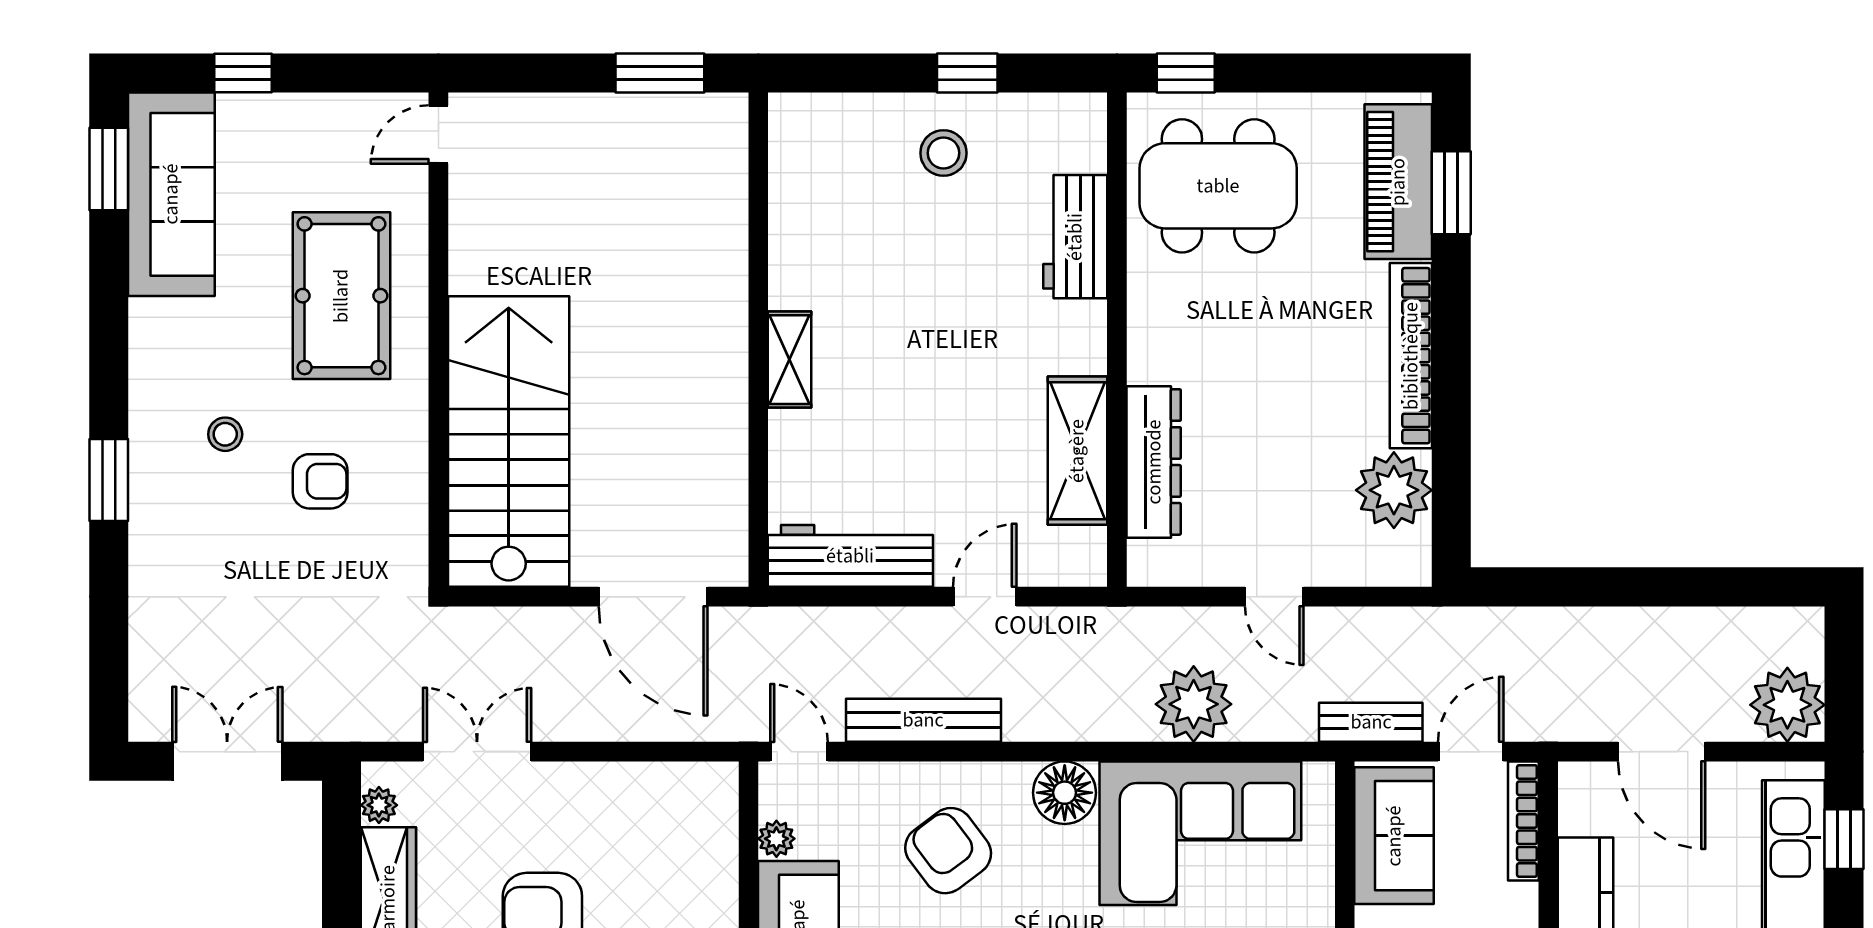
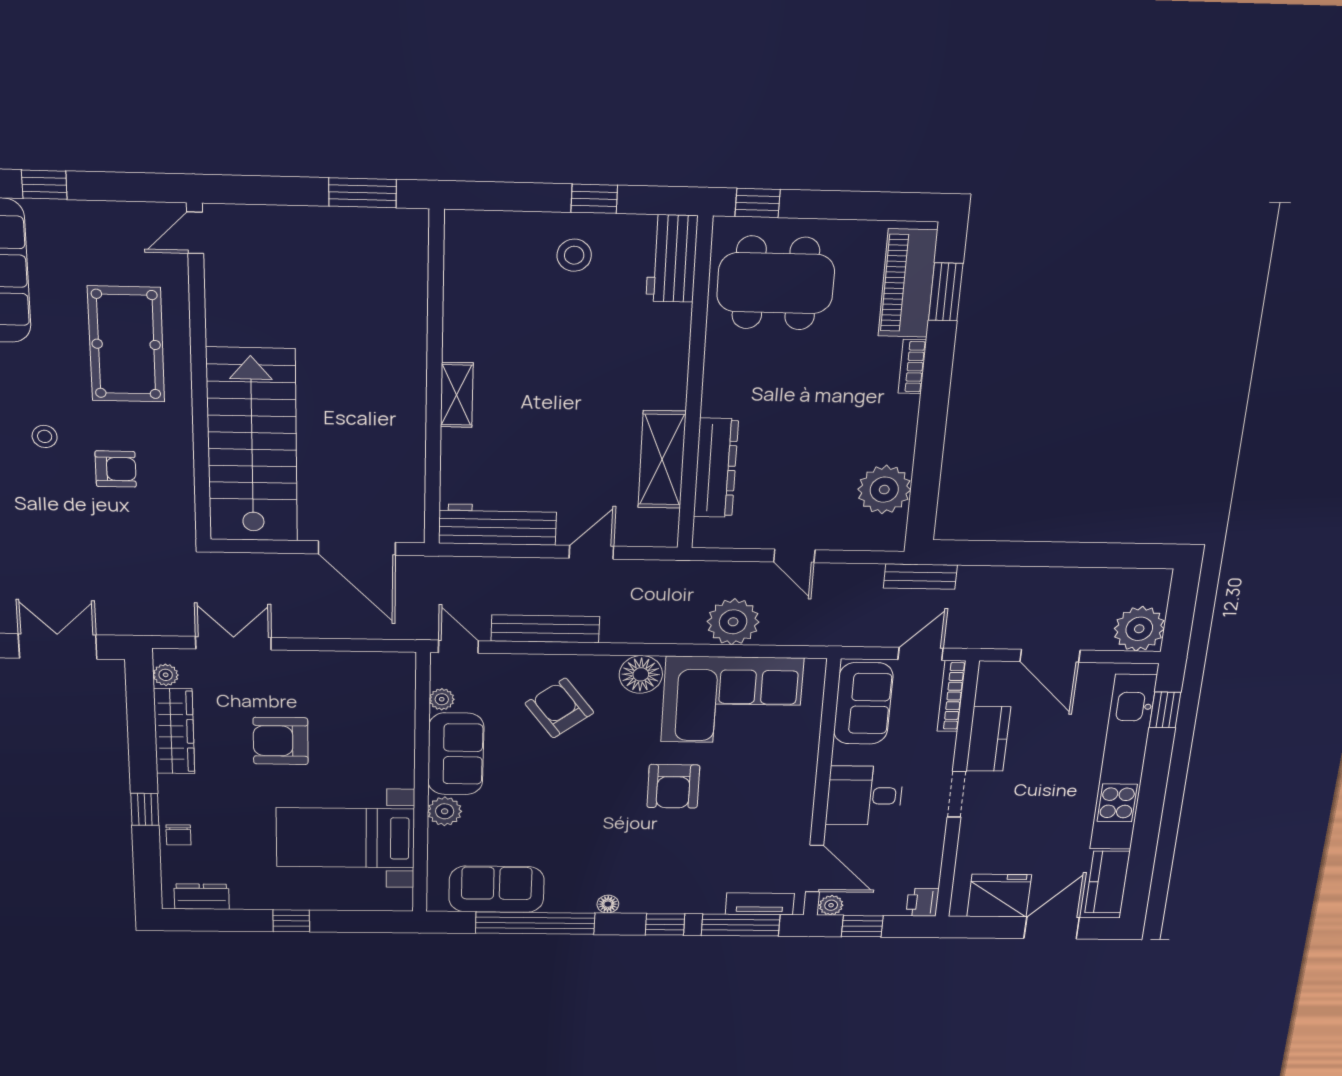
workbench: (1075, 237) -> (672, 258), moved
bookcase: (1411, 356) -> (912, 367), width x0.43, depth x0.76
bench: (1371, 722) -> (920, 576), moved

